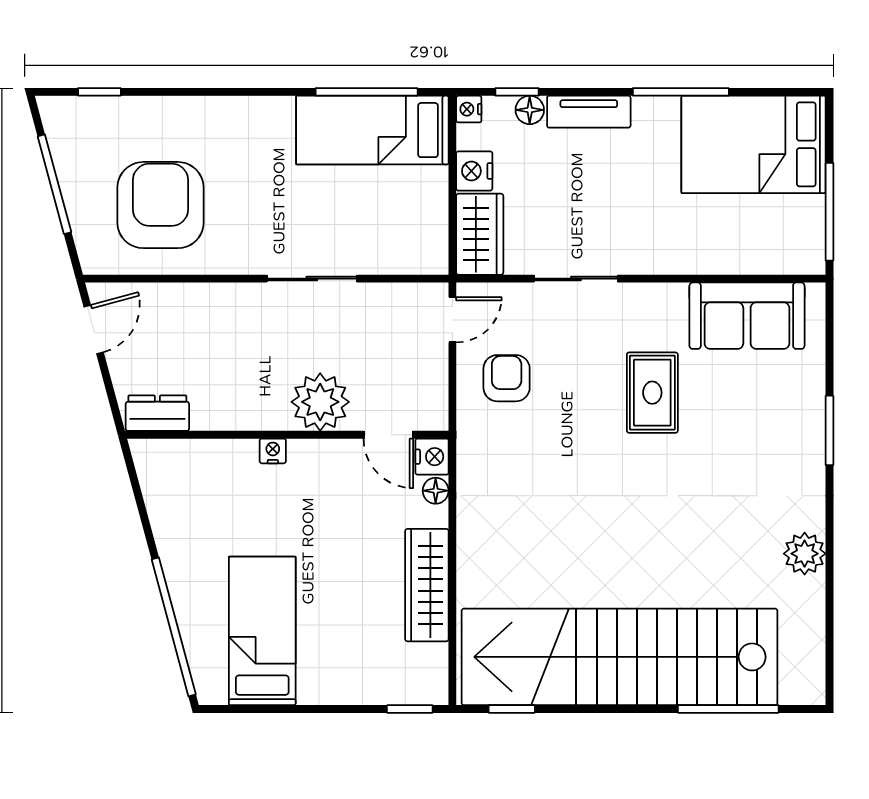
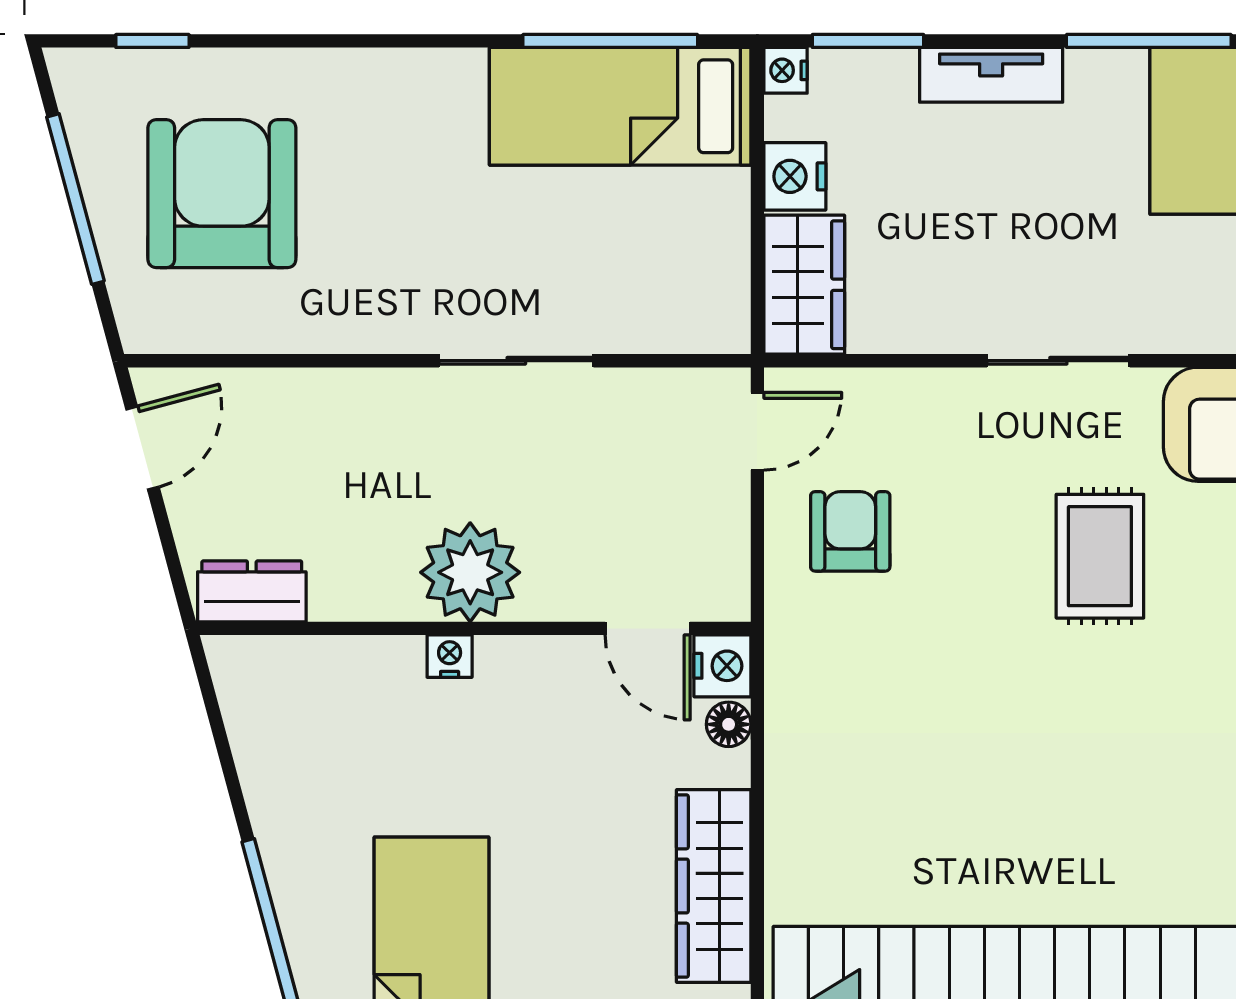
window: (517, 92) -> (868, 41), width x1.50
floor lamp: (530, 110) -> (890, 72), removed
armchair: (161, 205) -> (222, 194), moved
sliding door: (576, 279) -> (1058, 361), moved
plant: (320, 402) -> (470, 572), moved

